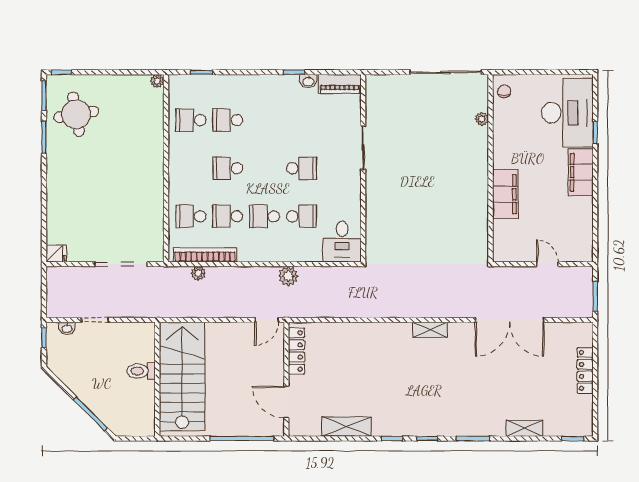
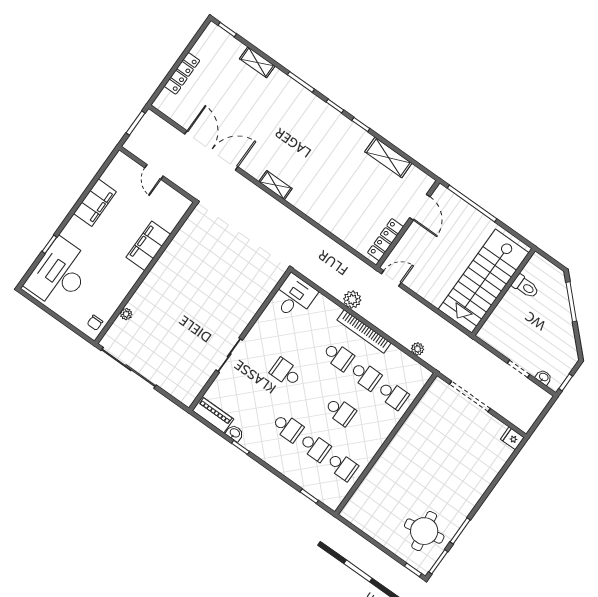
plant: (157, 81) -> (347, 513), removed
filing cabinet: (581, 172) -> (95, 203), moved
school desk: (301, 216) -> (288, 428), moved, turned 180
bookcase: (205, 255) -> (364, 331), moved
toilet: (141, 371) -> (525, 287), moved

